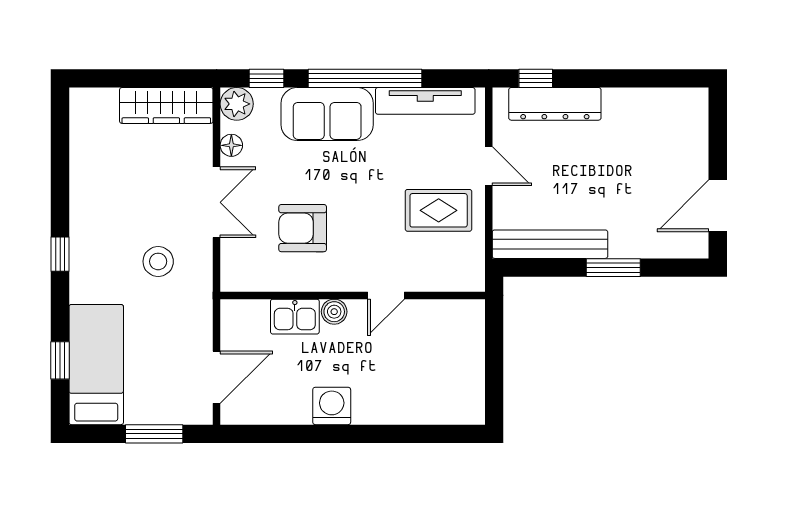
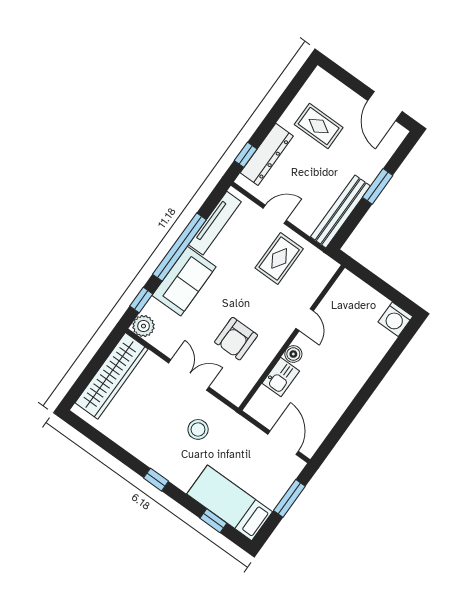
wardrobe: (166, 105) -> (112, 376), width x1.40, depth x1.17
rug: (635, 142) -> (319, 126), added
floor lamp: (231, 145) -> (164, 345), removed
washing machine: (332, 406) -> (395, 319), moved, turned -90

